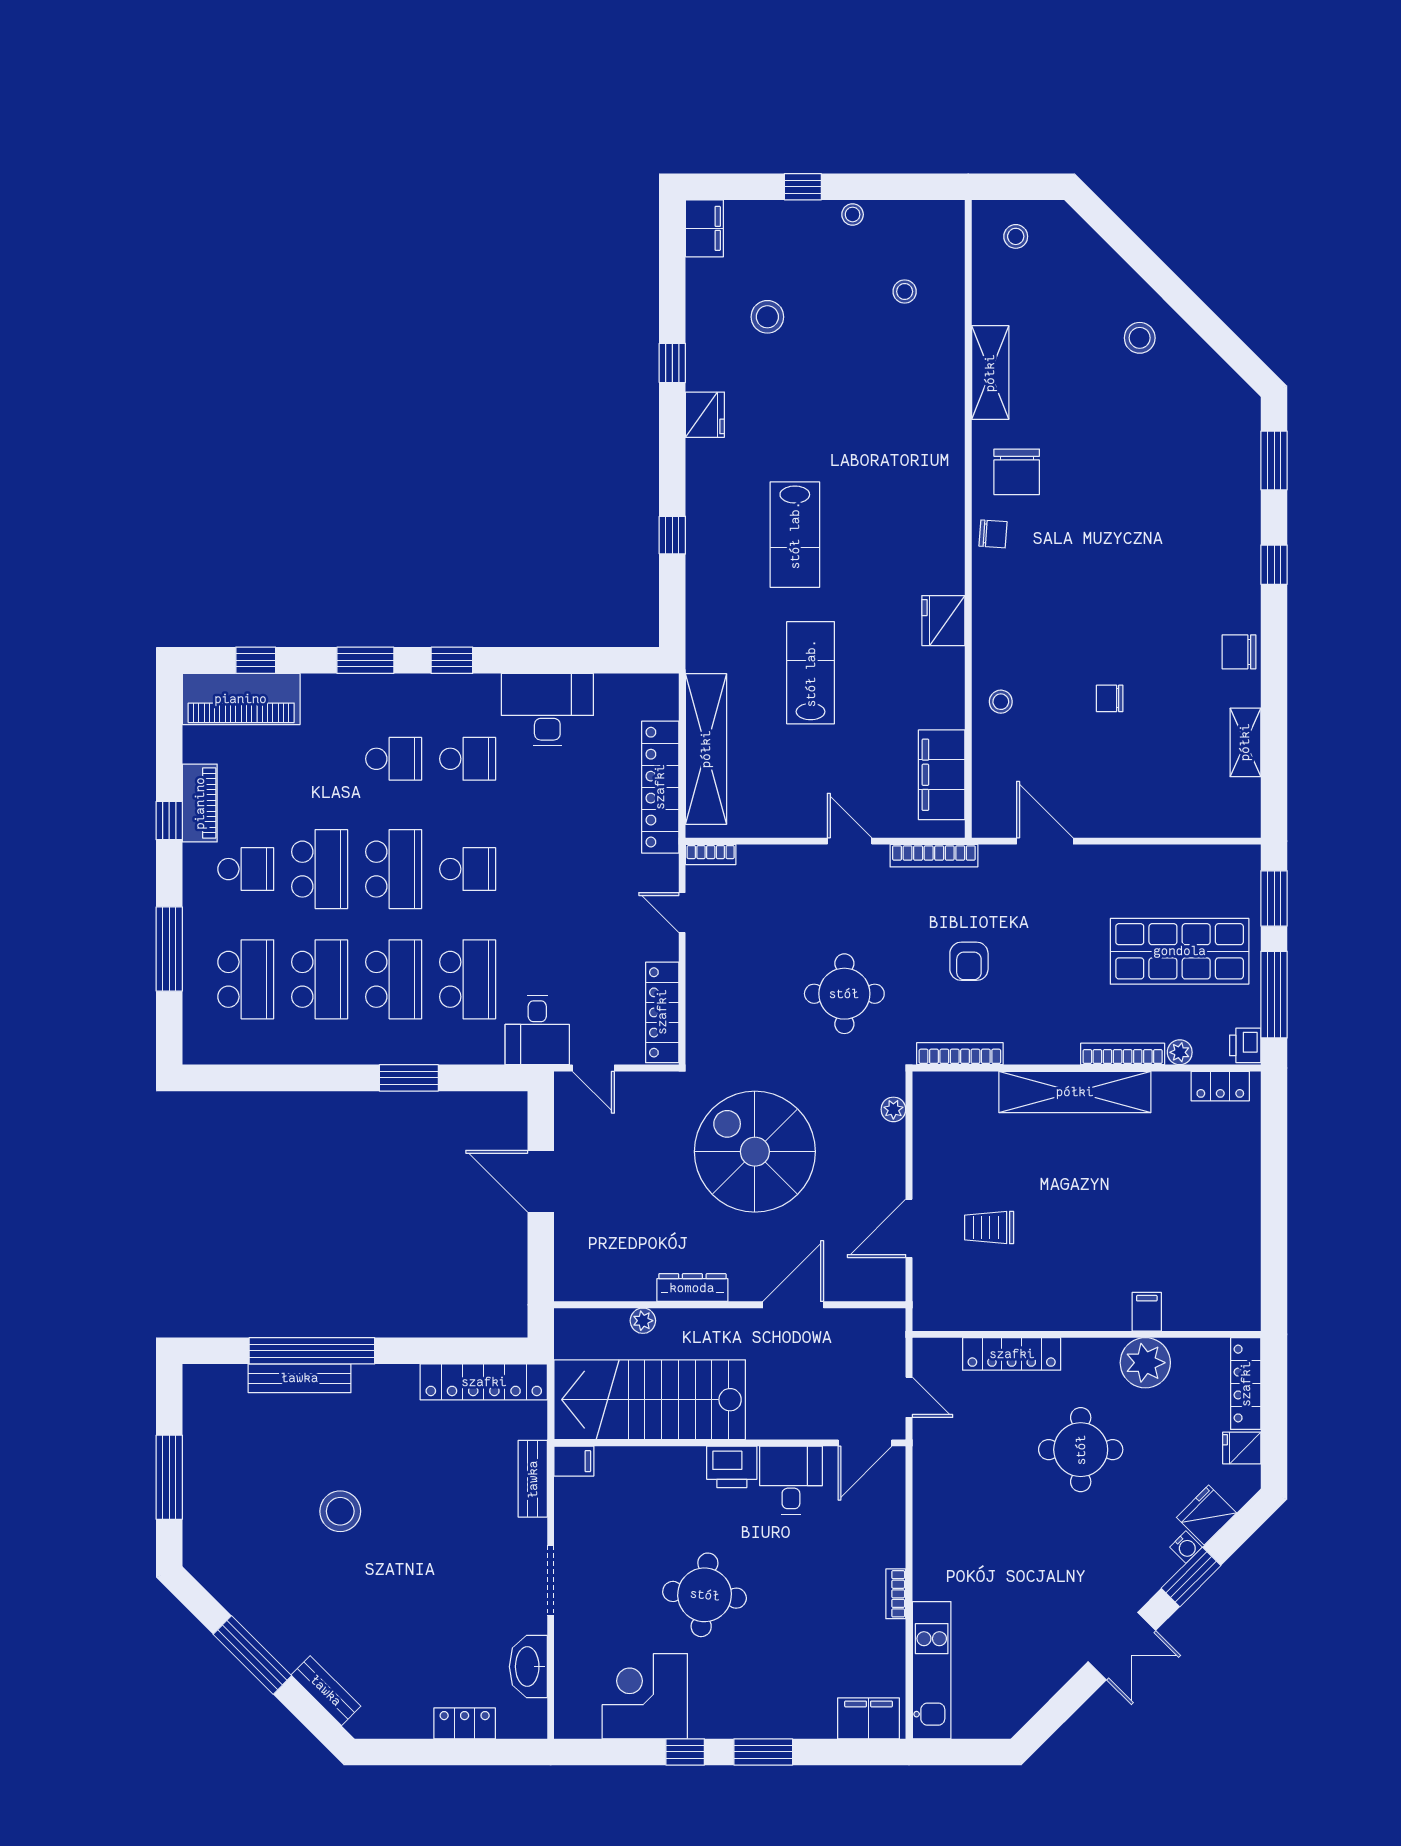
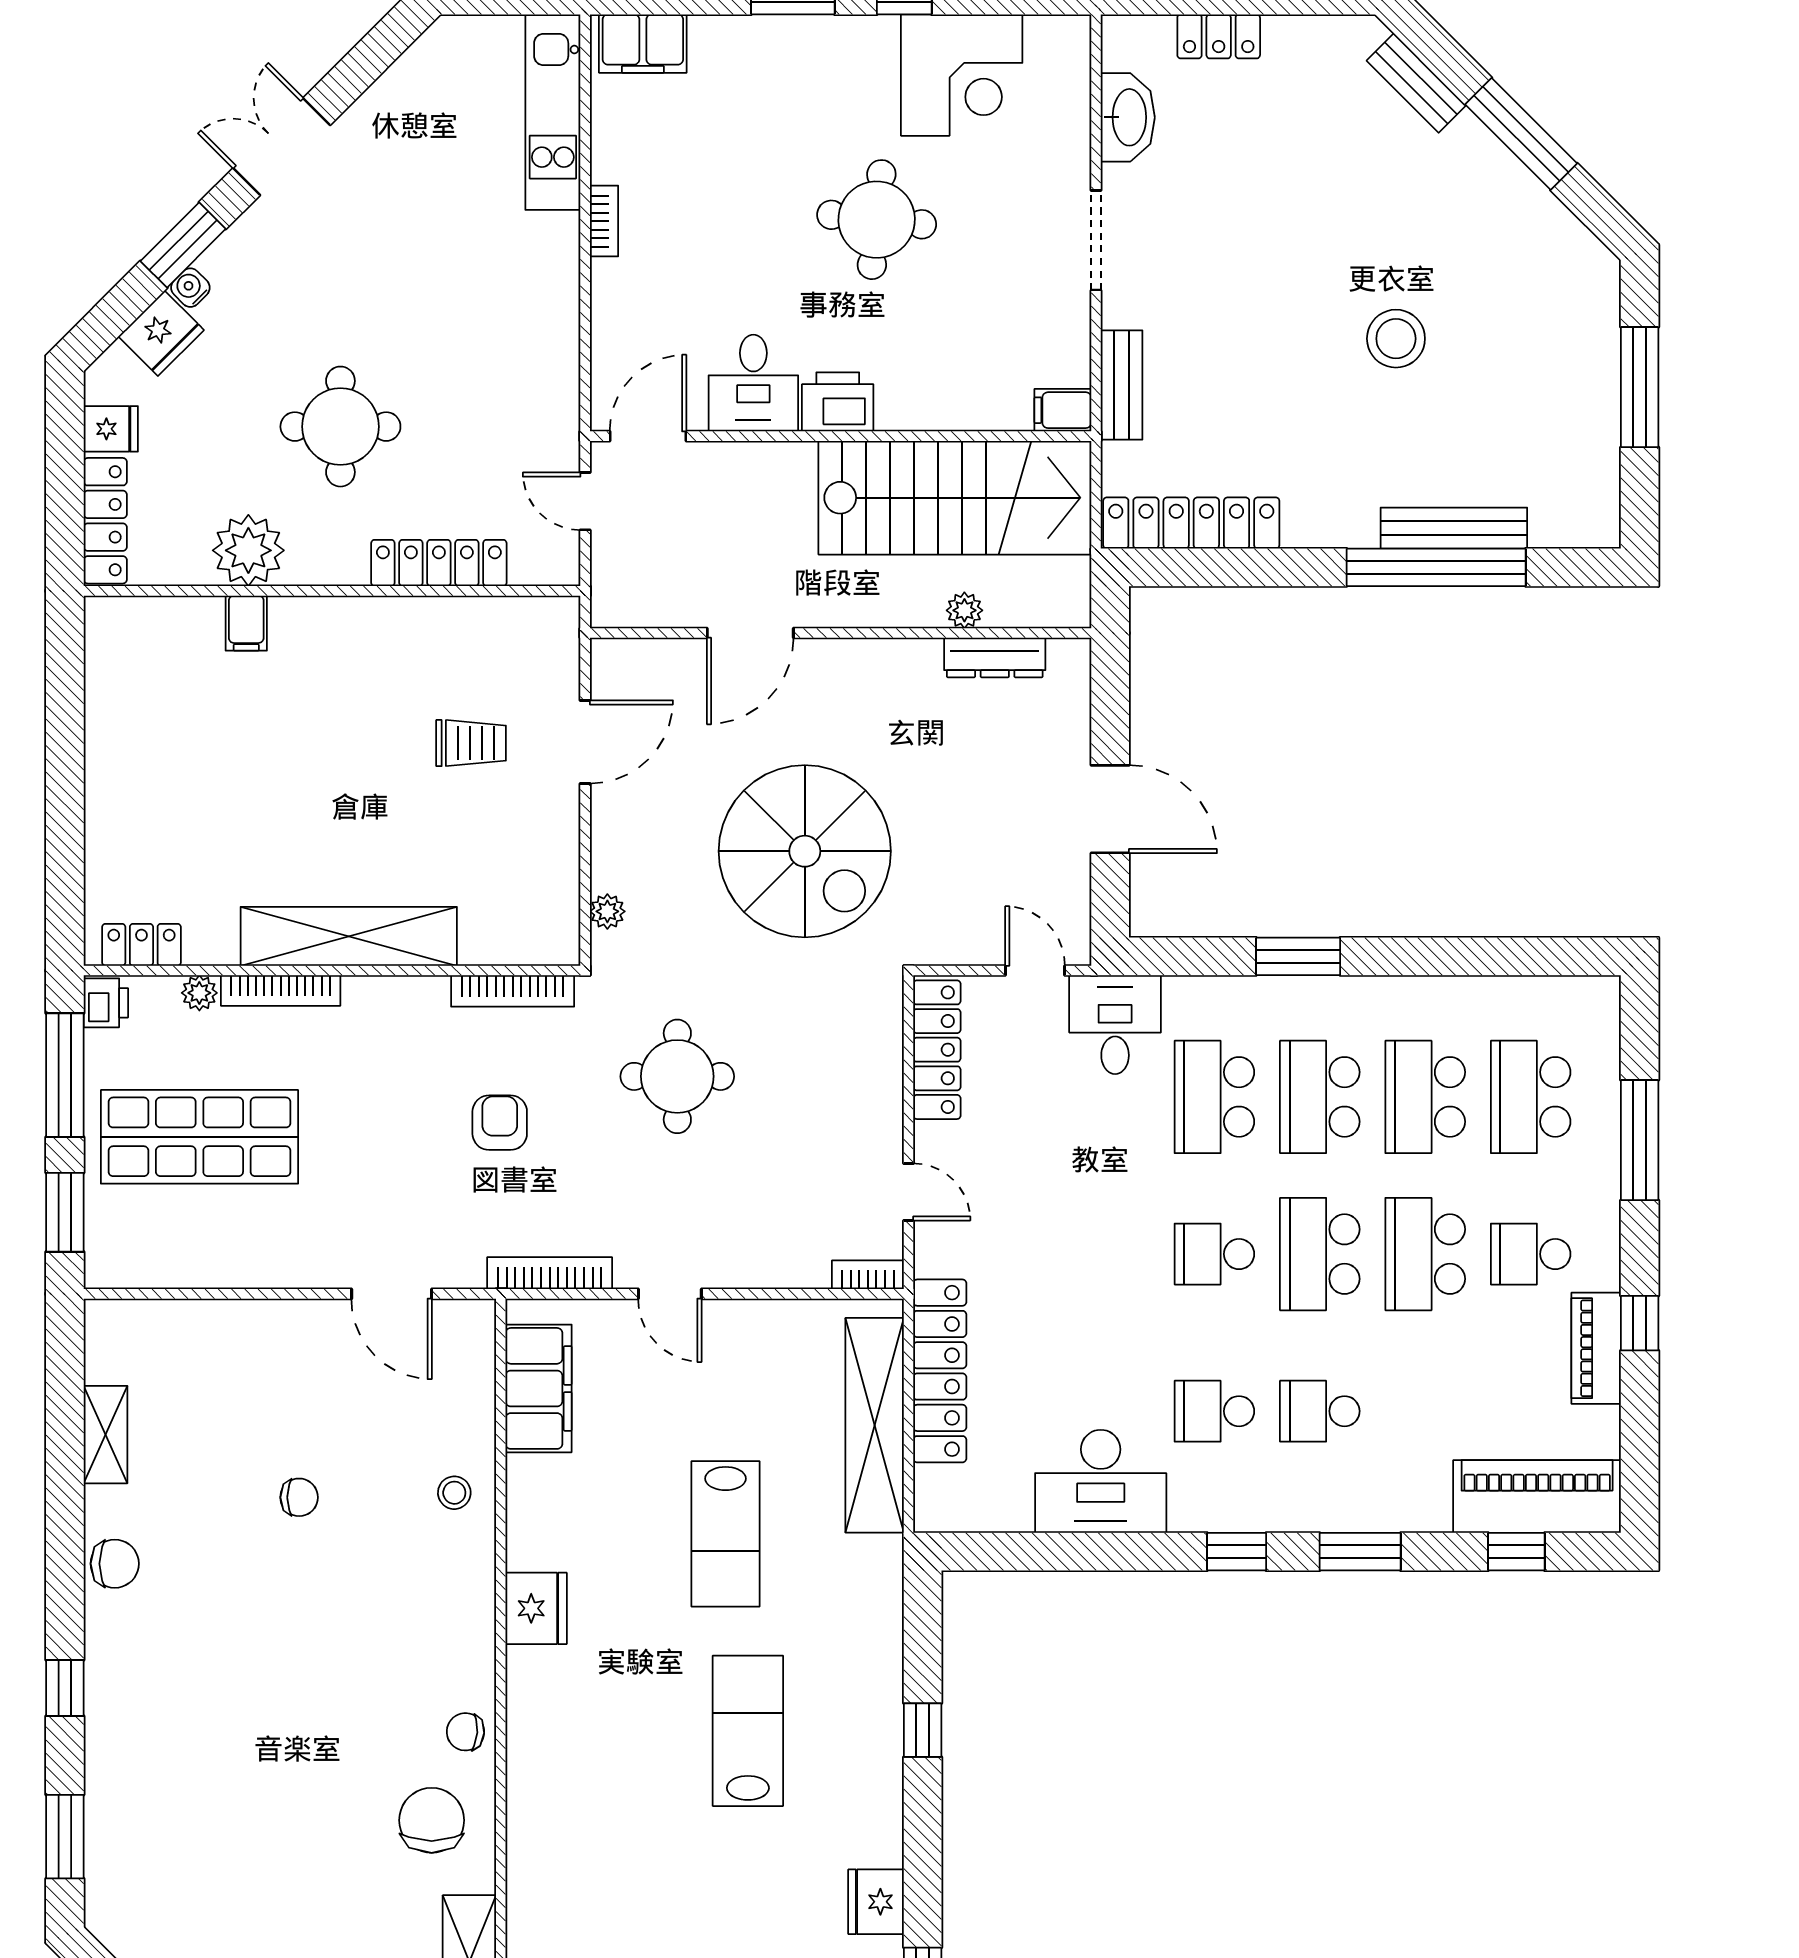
dresser: (692, 1288) -> (995, 658), moved

